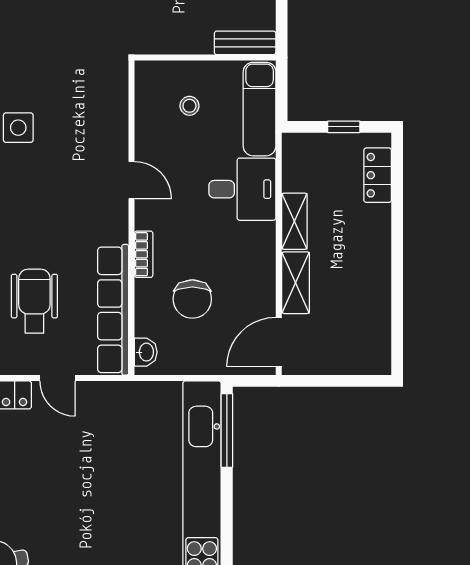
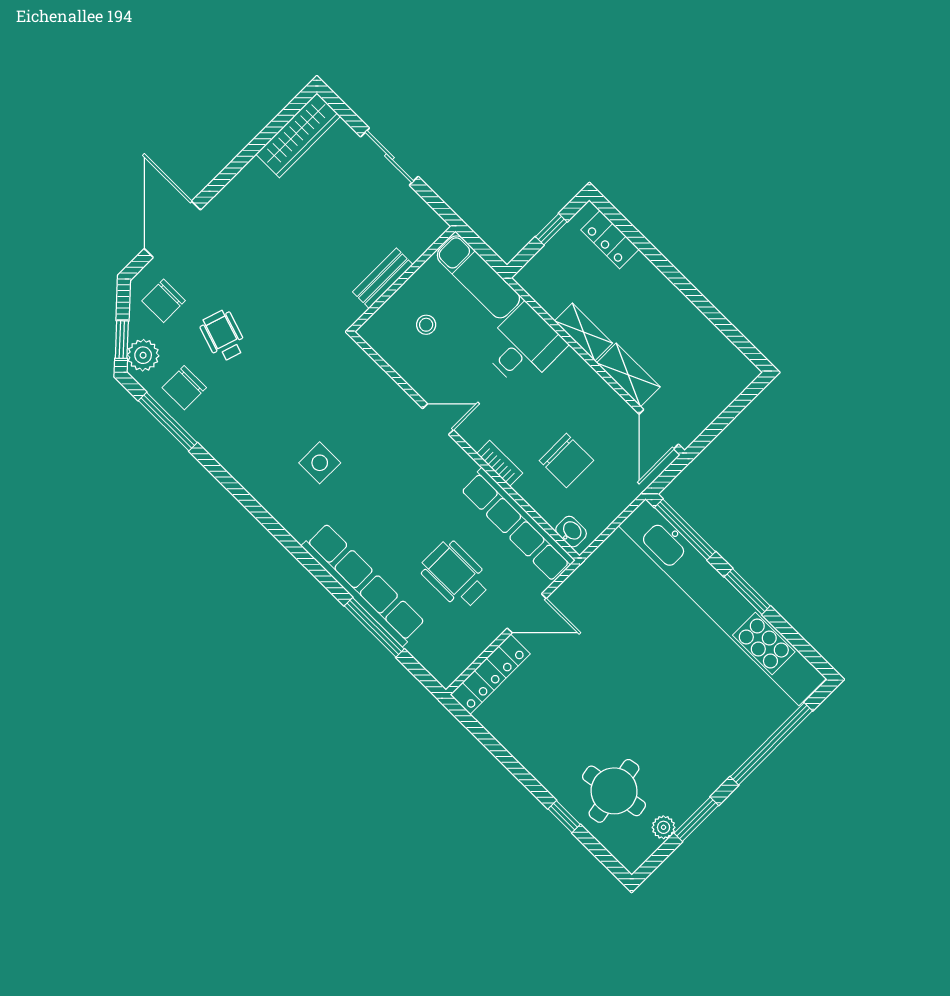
bench: (245, 43) -> (383, 278), moved
door: (57, 378) -> (527, 613), width x1.38
window: (227, 517) -> (747, 591), added

